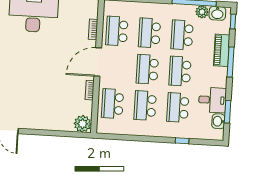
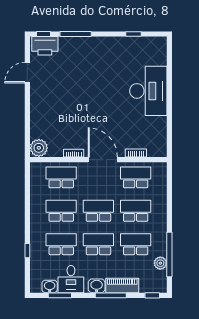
washbasin: (217, 13) -> (97, 286), moved, turned 90

